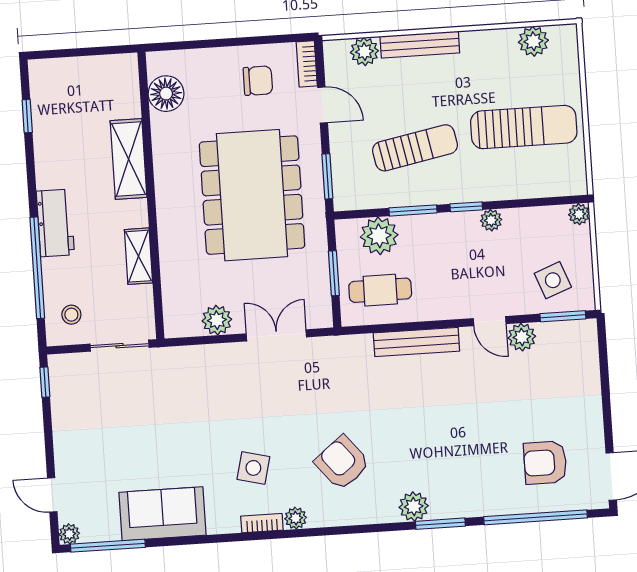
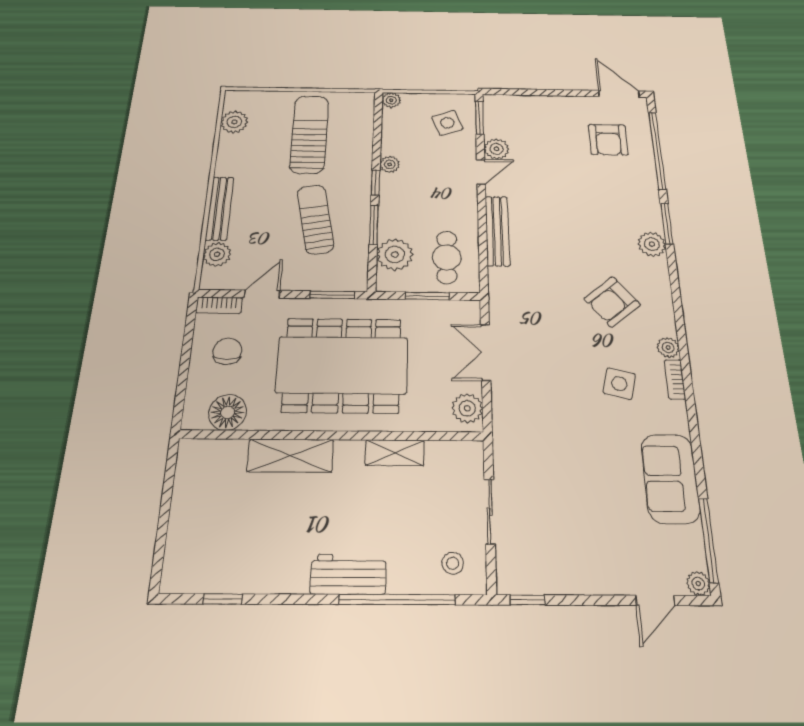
floor lamp: (166, 94) -> (228, 412), moved
shelving: (129, 159) -> (290, 456), moved
wall: (151, 196) -> (332, 435), moved
shelving: (139, 256) -> (395, 453), moved

